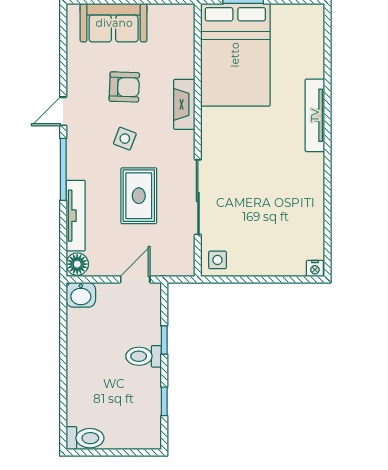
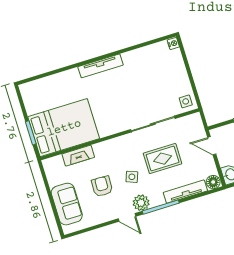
fireplace: (184, 104) -> (78, 156), moved
tv unit: (315, 115) -> (101, 66), moved
plant: (80, 140) -> (141, 203), added

